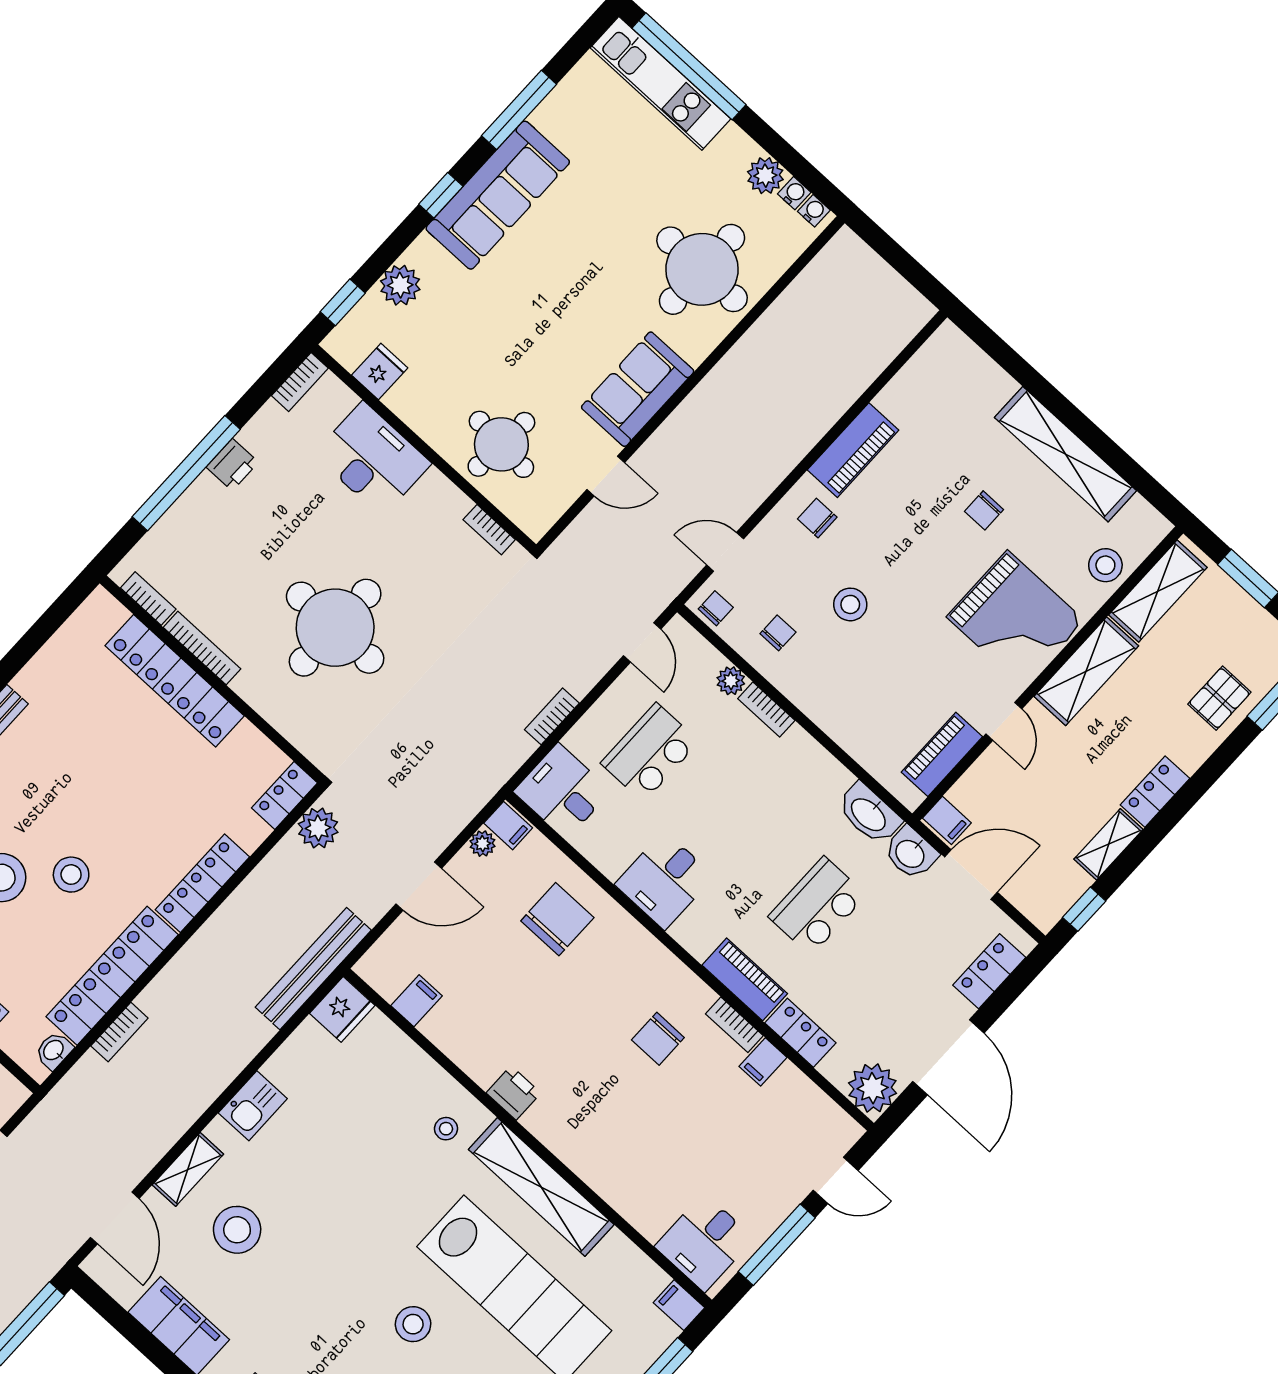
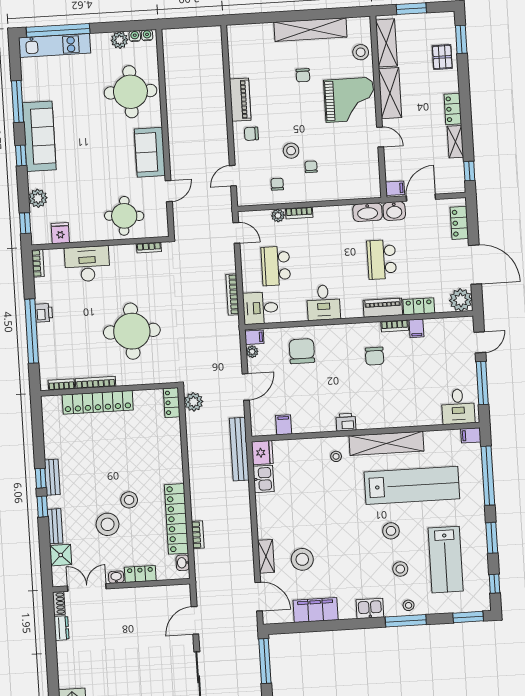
chair: (716, 608) -> (311, 167), moved
bookcase: (552, 716) -> (232, 295), width x1.56
piano: (942, 754) -> (371, 168), removed
locker: (202, 883) -> (175, 459), removed
kitchen sink: (253, 1106) -> (264, 479), moved

